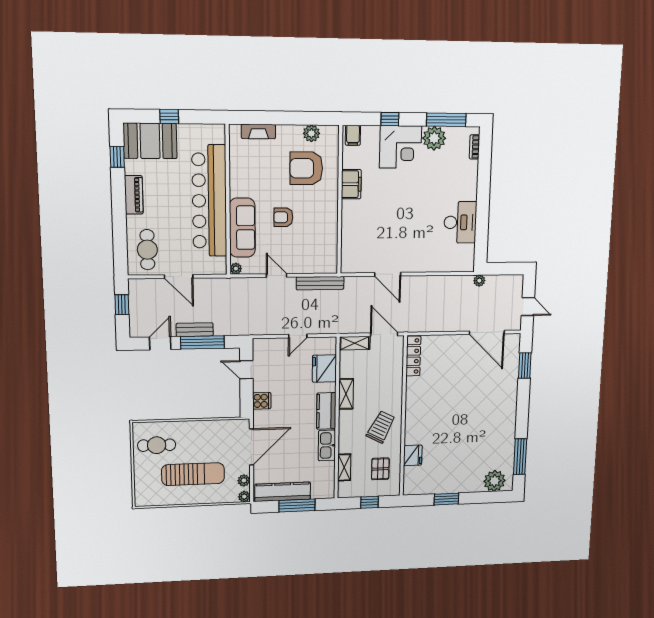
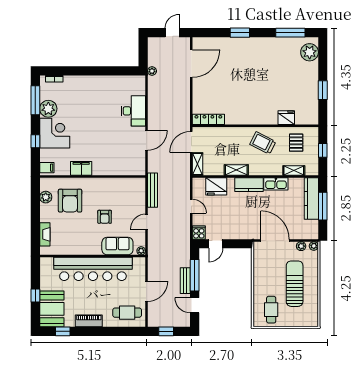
desk: (460, 222) -> (133, 111), moved, turned 90
sofa: (242, 228) -> (117, 246), width x0.73
window: (525, 365) -> (240, 33), moved
cooker: (262, 401) -> (199, 233), moved
pallet: (380, 469) -> (296, 143), turned 90
kitchen counter: (283, 492) -> (311, 198), moved

